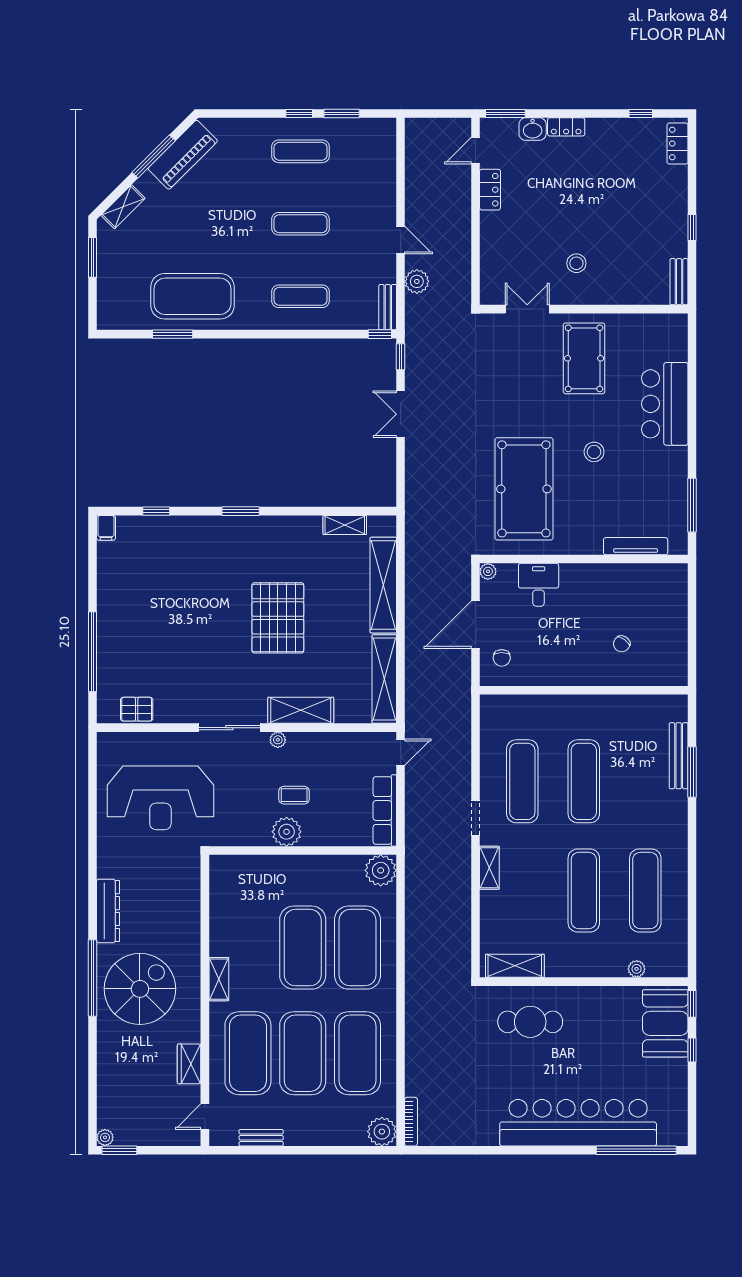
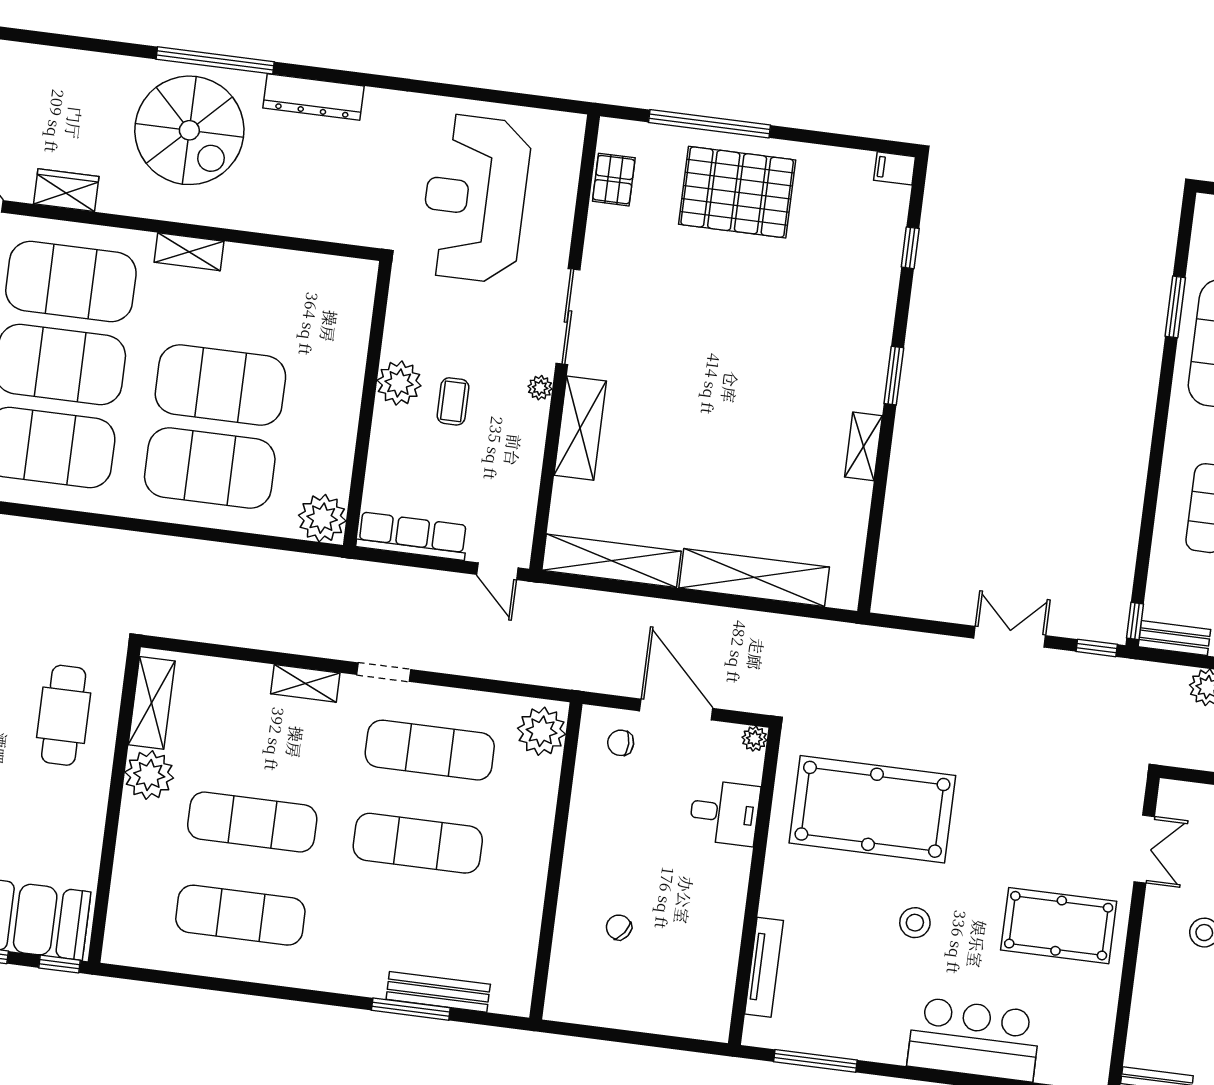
shelving: (345, 525) -> (863, 446), moved
pallet: (278, 618) -> (737, 192), moved
plant: (501, 710) -> (542, 731), added
plant: (637, 969) -> (149, 775), moved, width x1.87, depth x1.87

